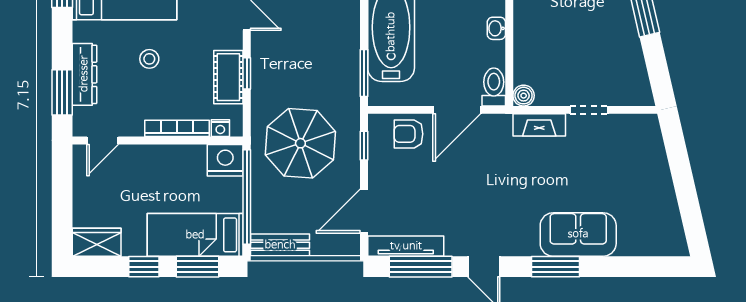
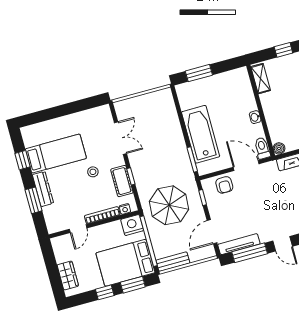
stool: (149, 59) -> (93, 172), moved
dresser: (84, 74) -> (43, 189), moved
window: (62, 92) -> (34, 200), moved
door: (457, 110) -> (246, 165), swing flipped
armchair: (409, 134) -> (224, 185), turned -90
door: (103, 140) -> (78, 229), moved
bed: (195, 235) -> (125, 263), width x1.50
wardrobe: (97, 242) -> (68, 275), moved, turned 90

